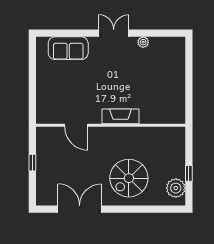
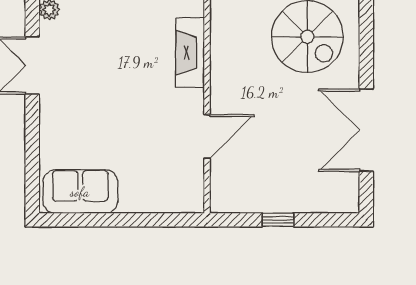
sofa: (68, 48) -> (80, 192), moved, turned -90

